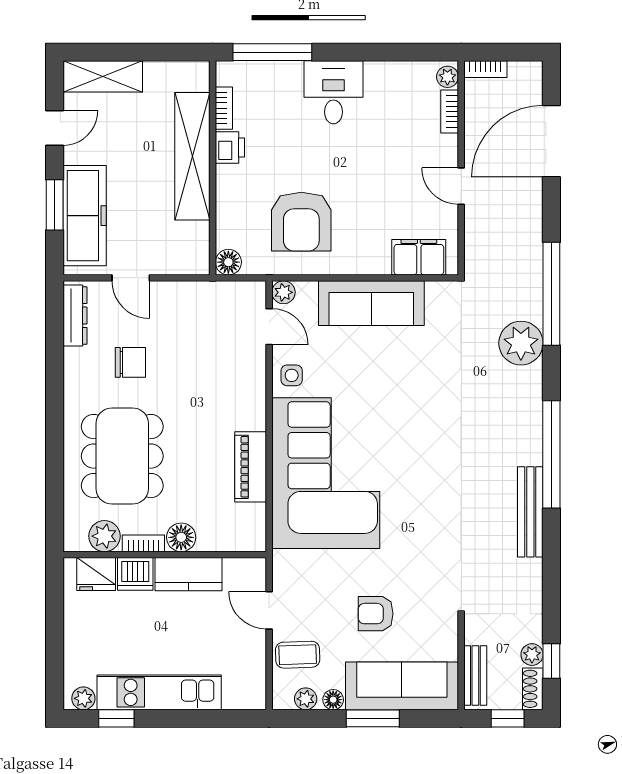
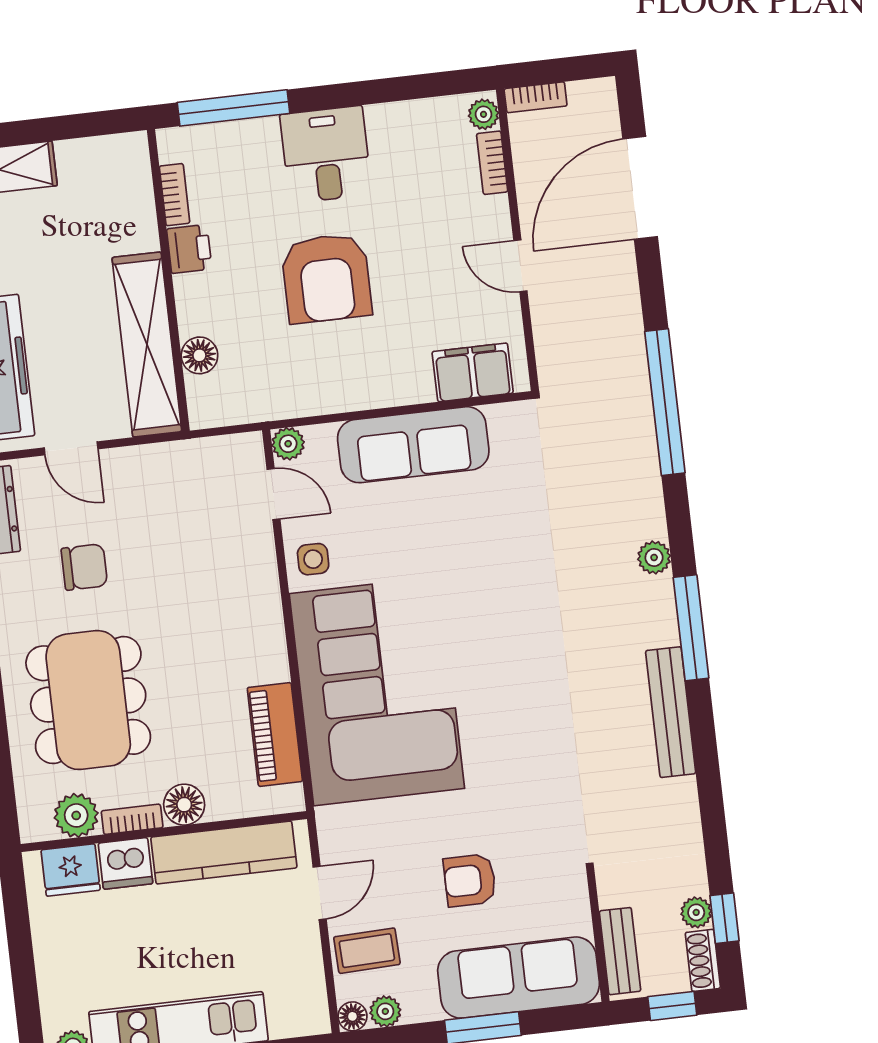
shelving: (192, 156) -> (147, 345), moved
armchair: (301, 222) -> (326, 278), moved
floor lamp: (228, 262) -> (199, 355), moved
plant: (521, 343) -> (654, 557), moved, width x0.53, depth x0.53
window: (551, 454) -> (691, 628), width x0.68
piano: (251, 467) -> (275, 735), moved
kitchen counter: (188, 574) -> (224, 852), width x1.50
door: (269, 610) -> (320, 893), swing flipped
floor lamp: (333, 700) -> (352, 1016), moved

